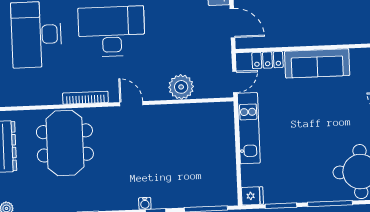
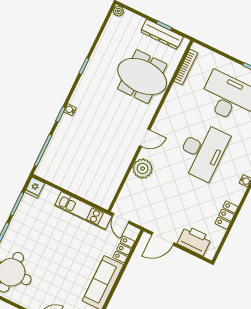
plant: (181, 87) -> (143, 169), moved
bookcase: (85, 98) -> (186, 67), moved

